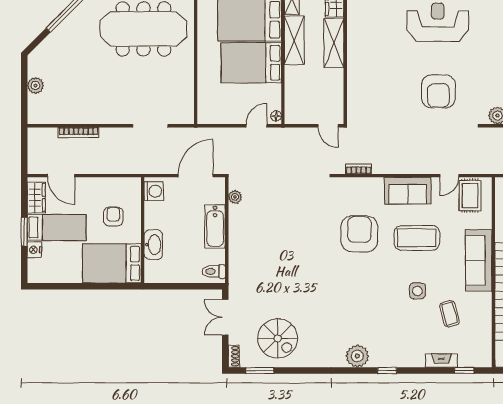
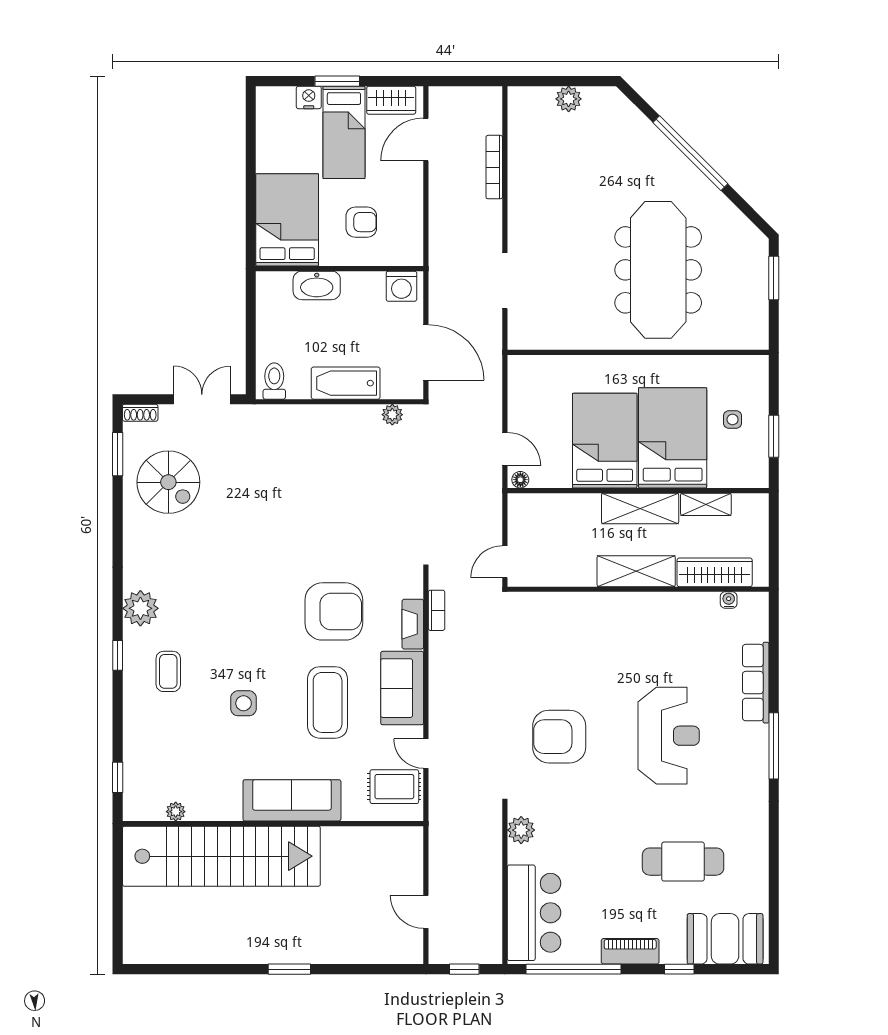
coffee table: (449, 314) -> (168, 671), moved, turned -75
plant: (486, 334) -> (176, 812), added
spiral stairs: (278, 338) -> (168, 482), turned -90
fireplace: (441, 361) -> (413, 624), moved, turned 180

